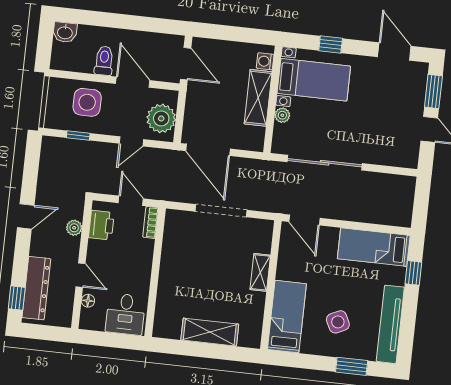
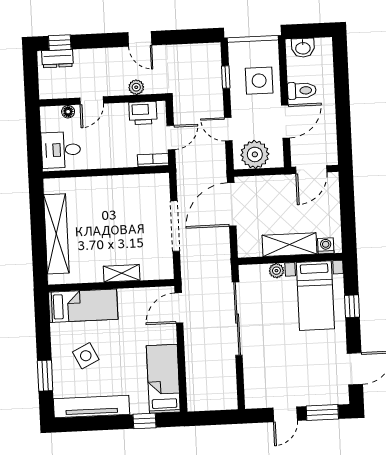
washbasin: (65, 32) -> (303, 48), moved, turned -90
dresser: (36, 288) -> (57, 59), width x0.51, depth x0.80
shelving: (210, 332) -> (56, 234), width x1.47

